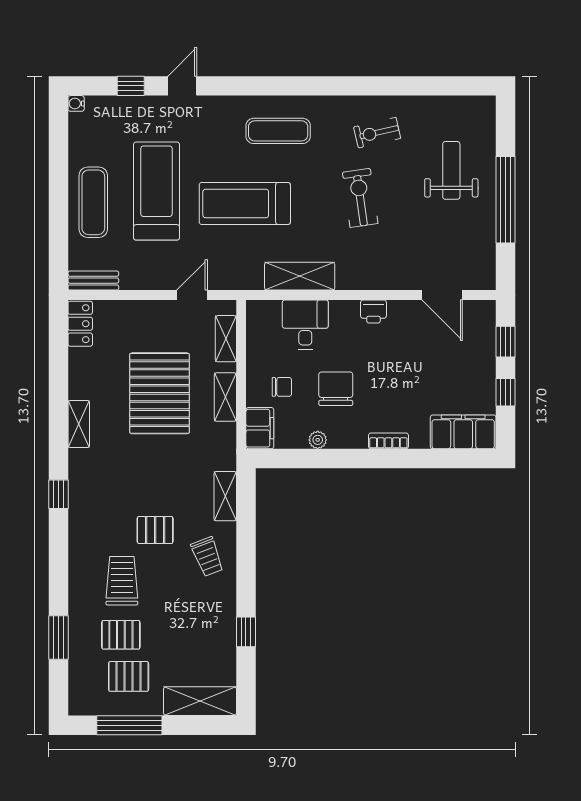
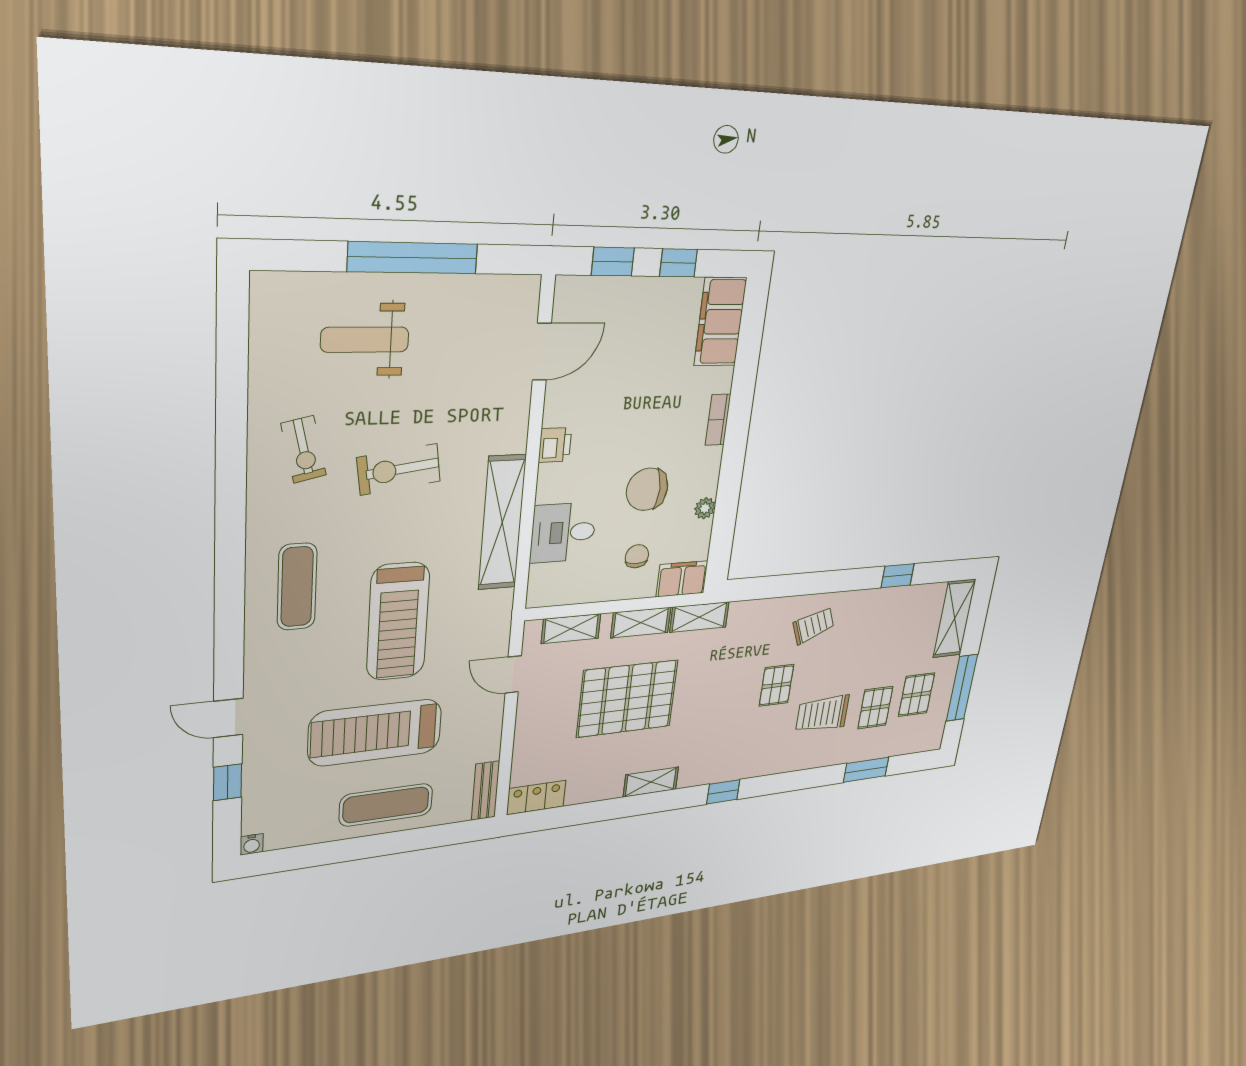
shelving: (300, 276) -> (502, 523), width x1.47
shelving: (225, 496) -> (699, 617), moved

